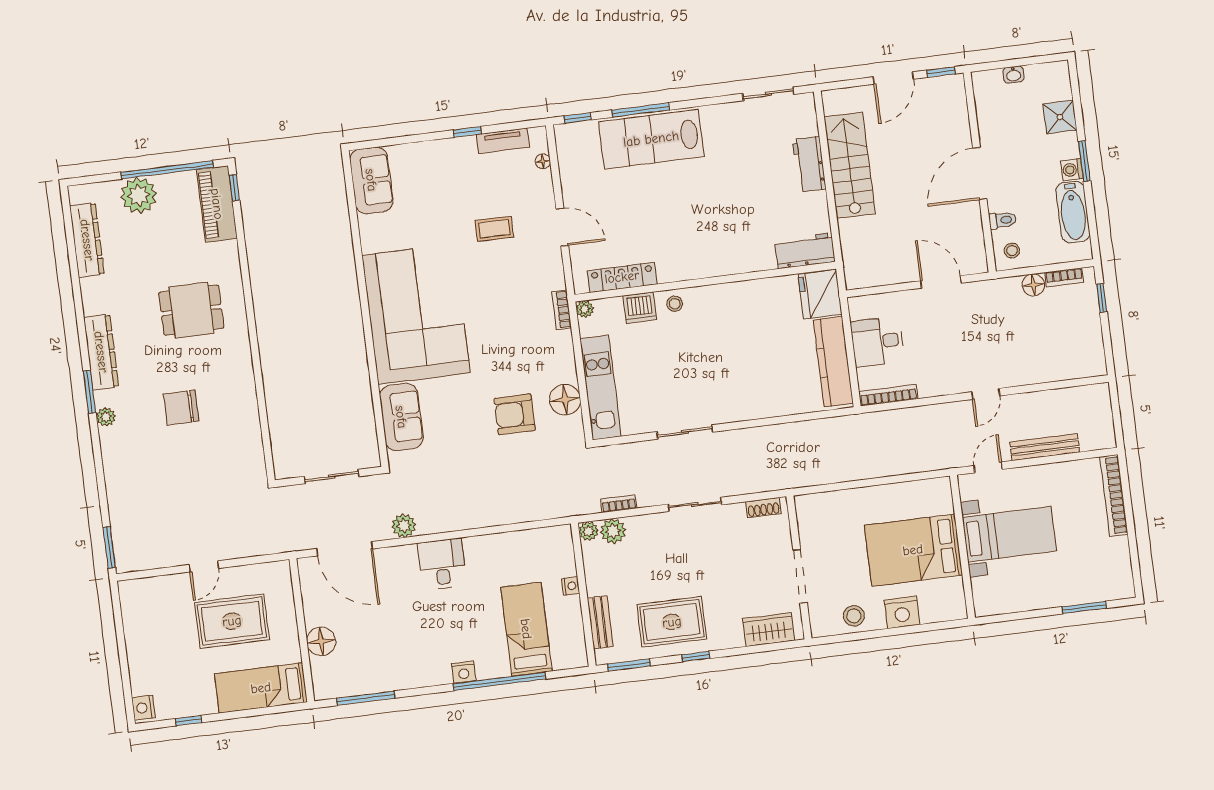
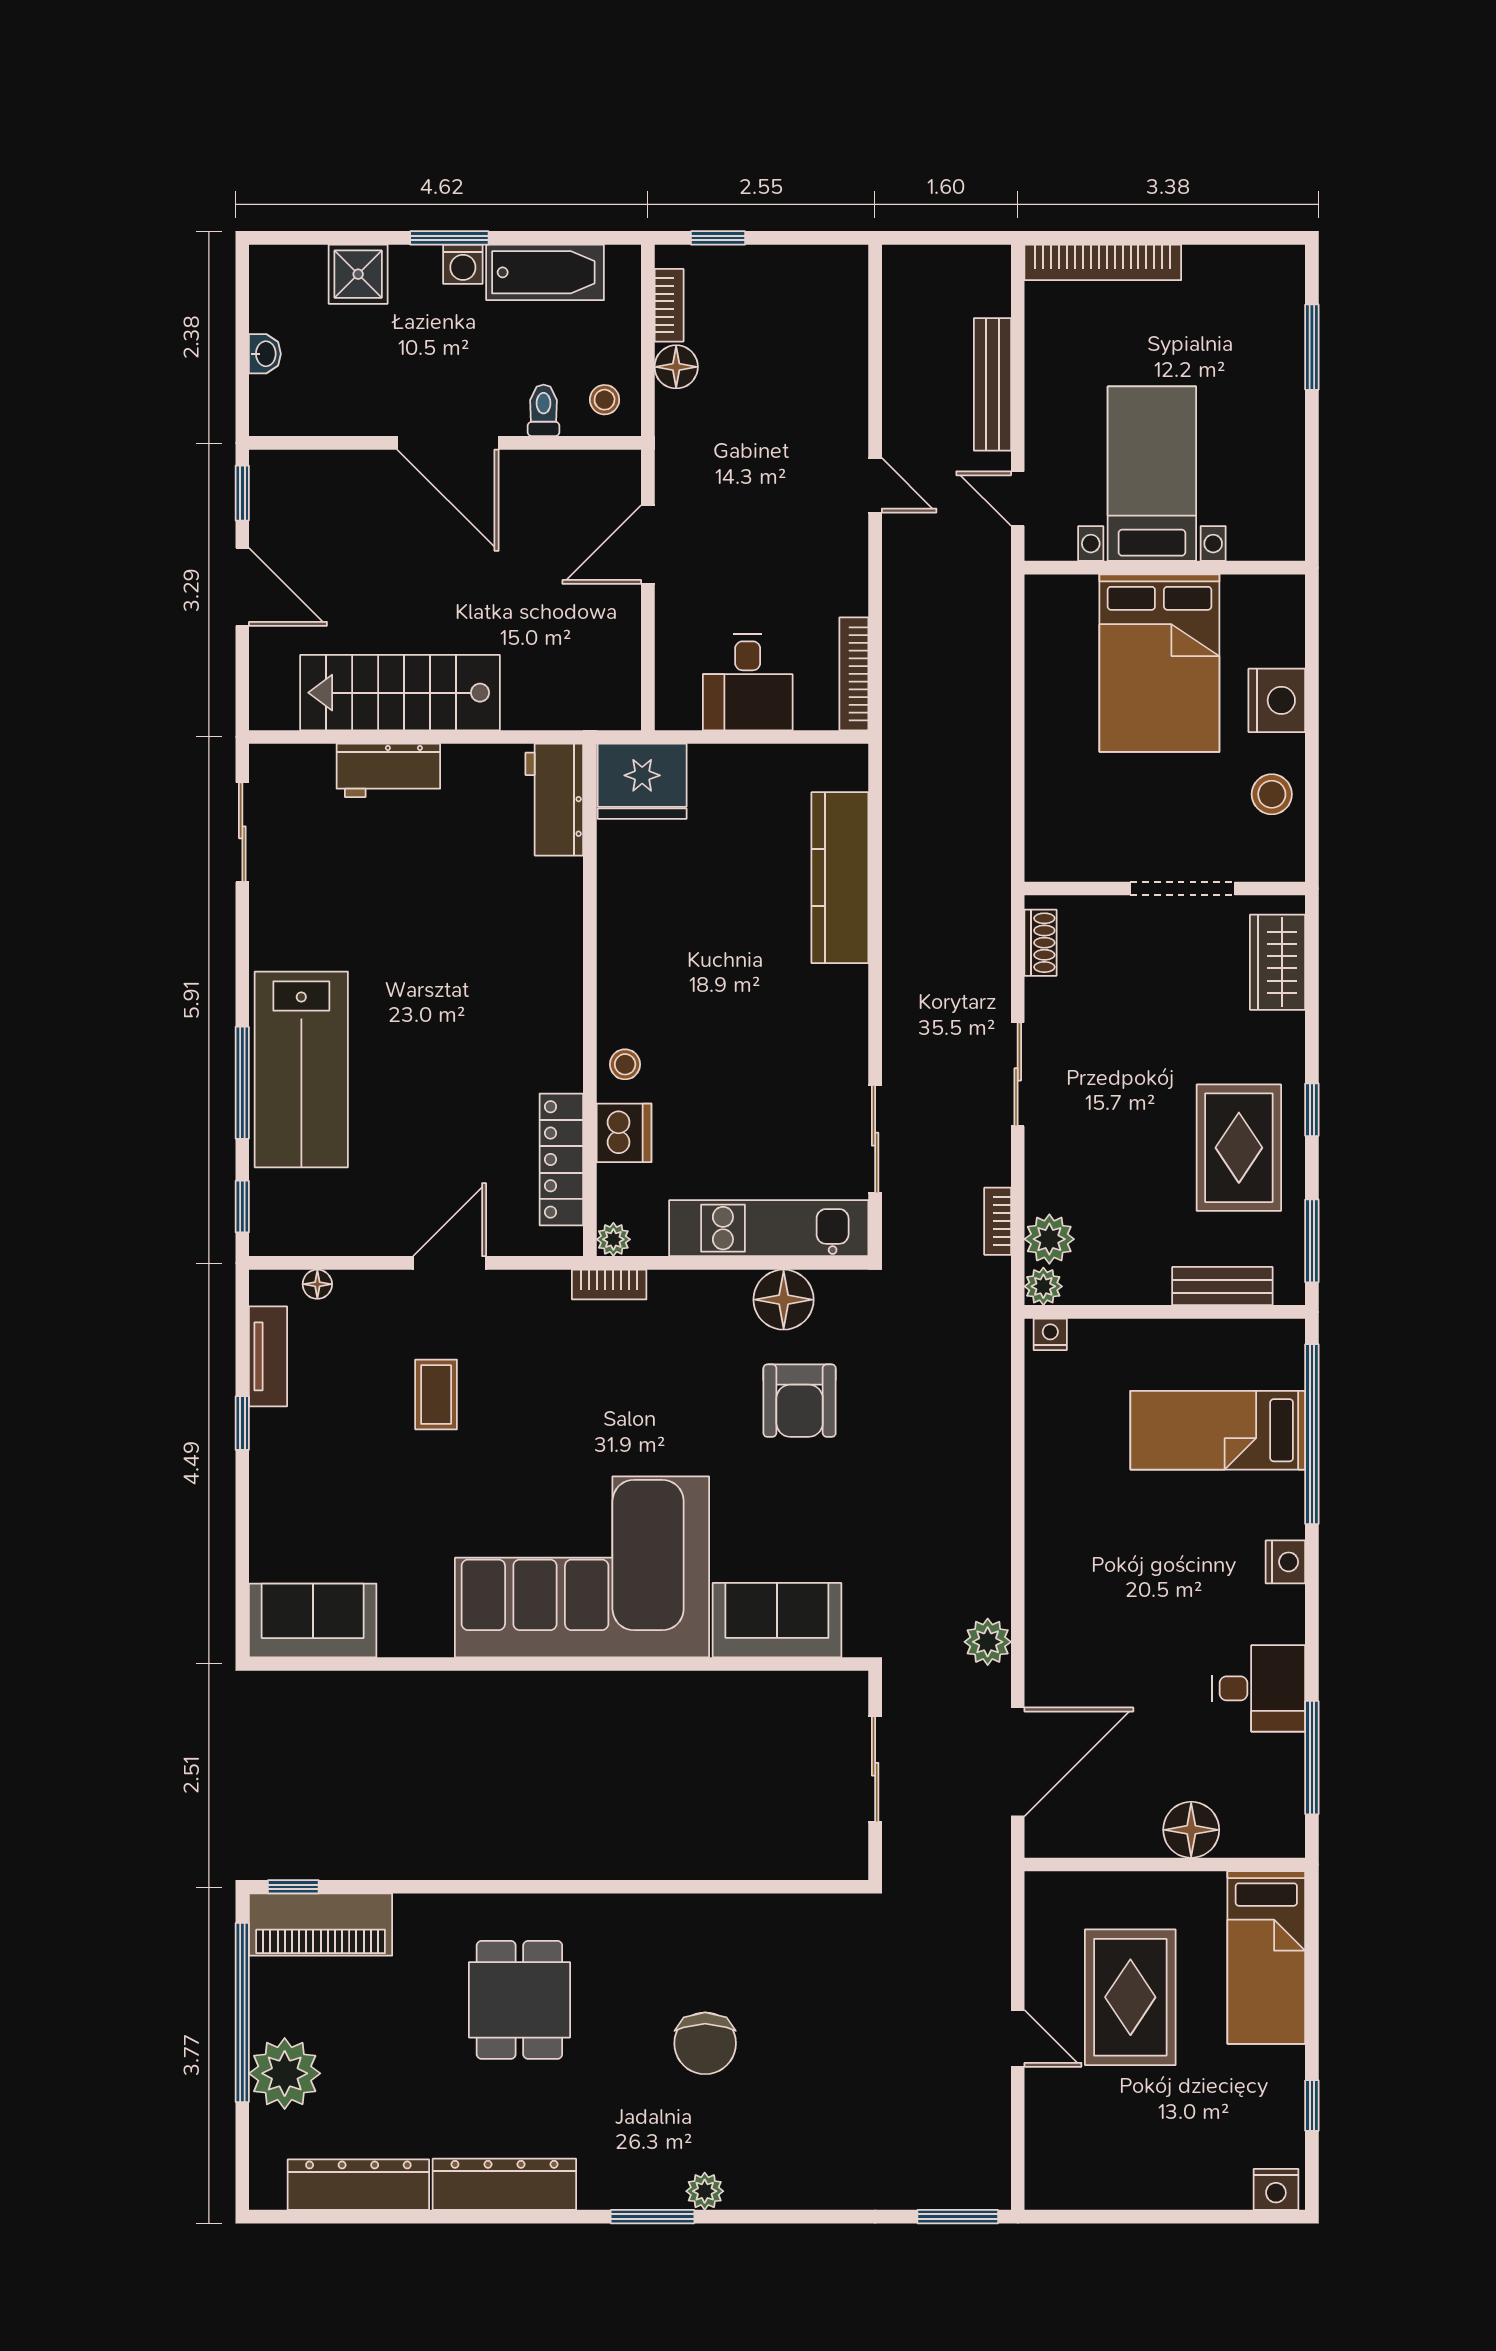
dresser: (101, 352) -> (504, 2184), moved
kitchen counter: (833, 362) -> (840, 878), moved, turned 90
sliding door: (685, 432) -> (875, 1139), moved
desk: (442, 564) -> (1259, 1688), moved, turned 180
nightstand: (571, 586) -> (1050, 1334), moved
window: (500, 681) -> (1312, 1434), moved

